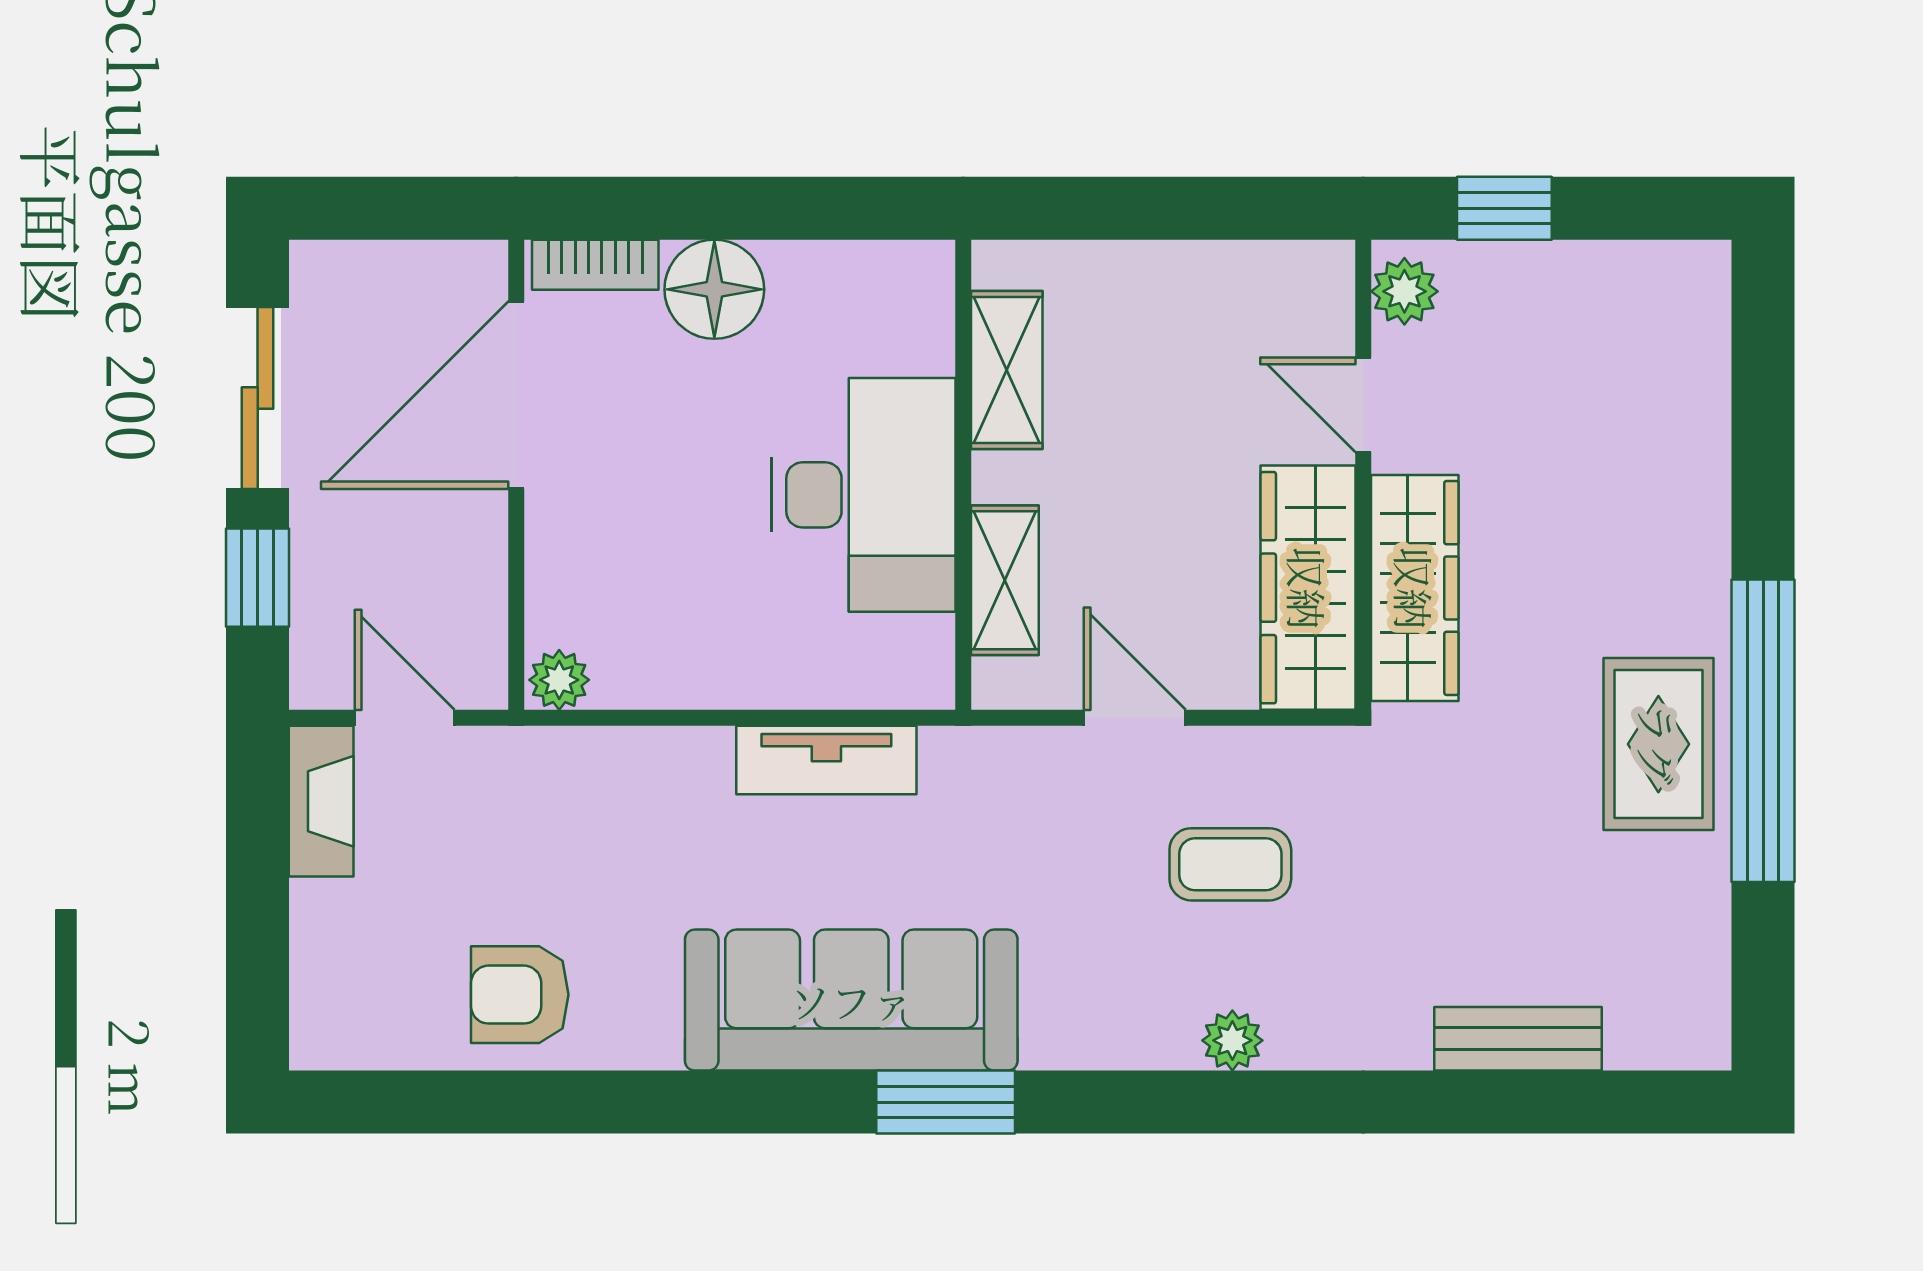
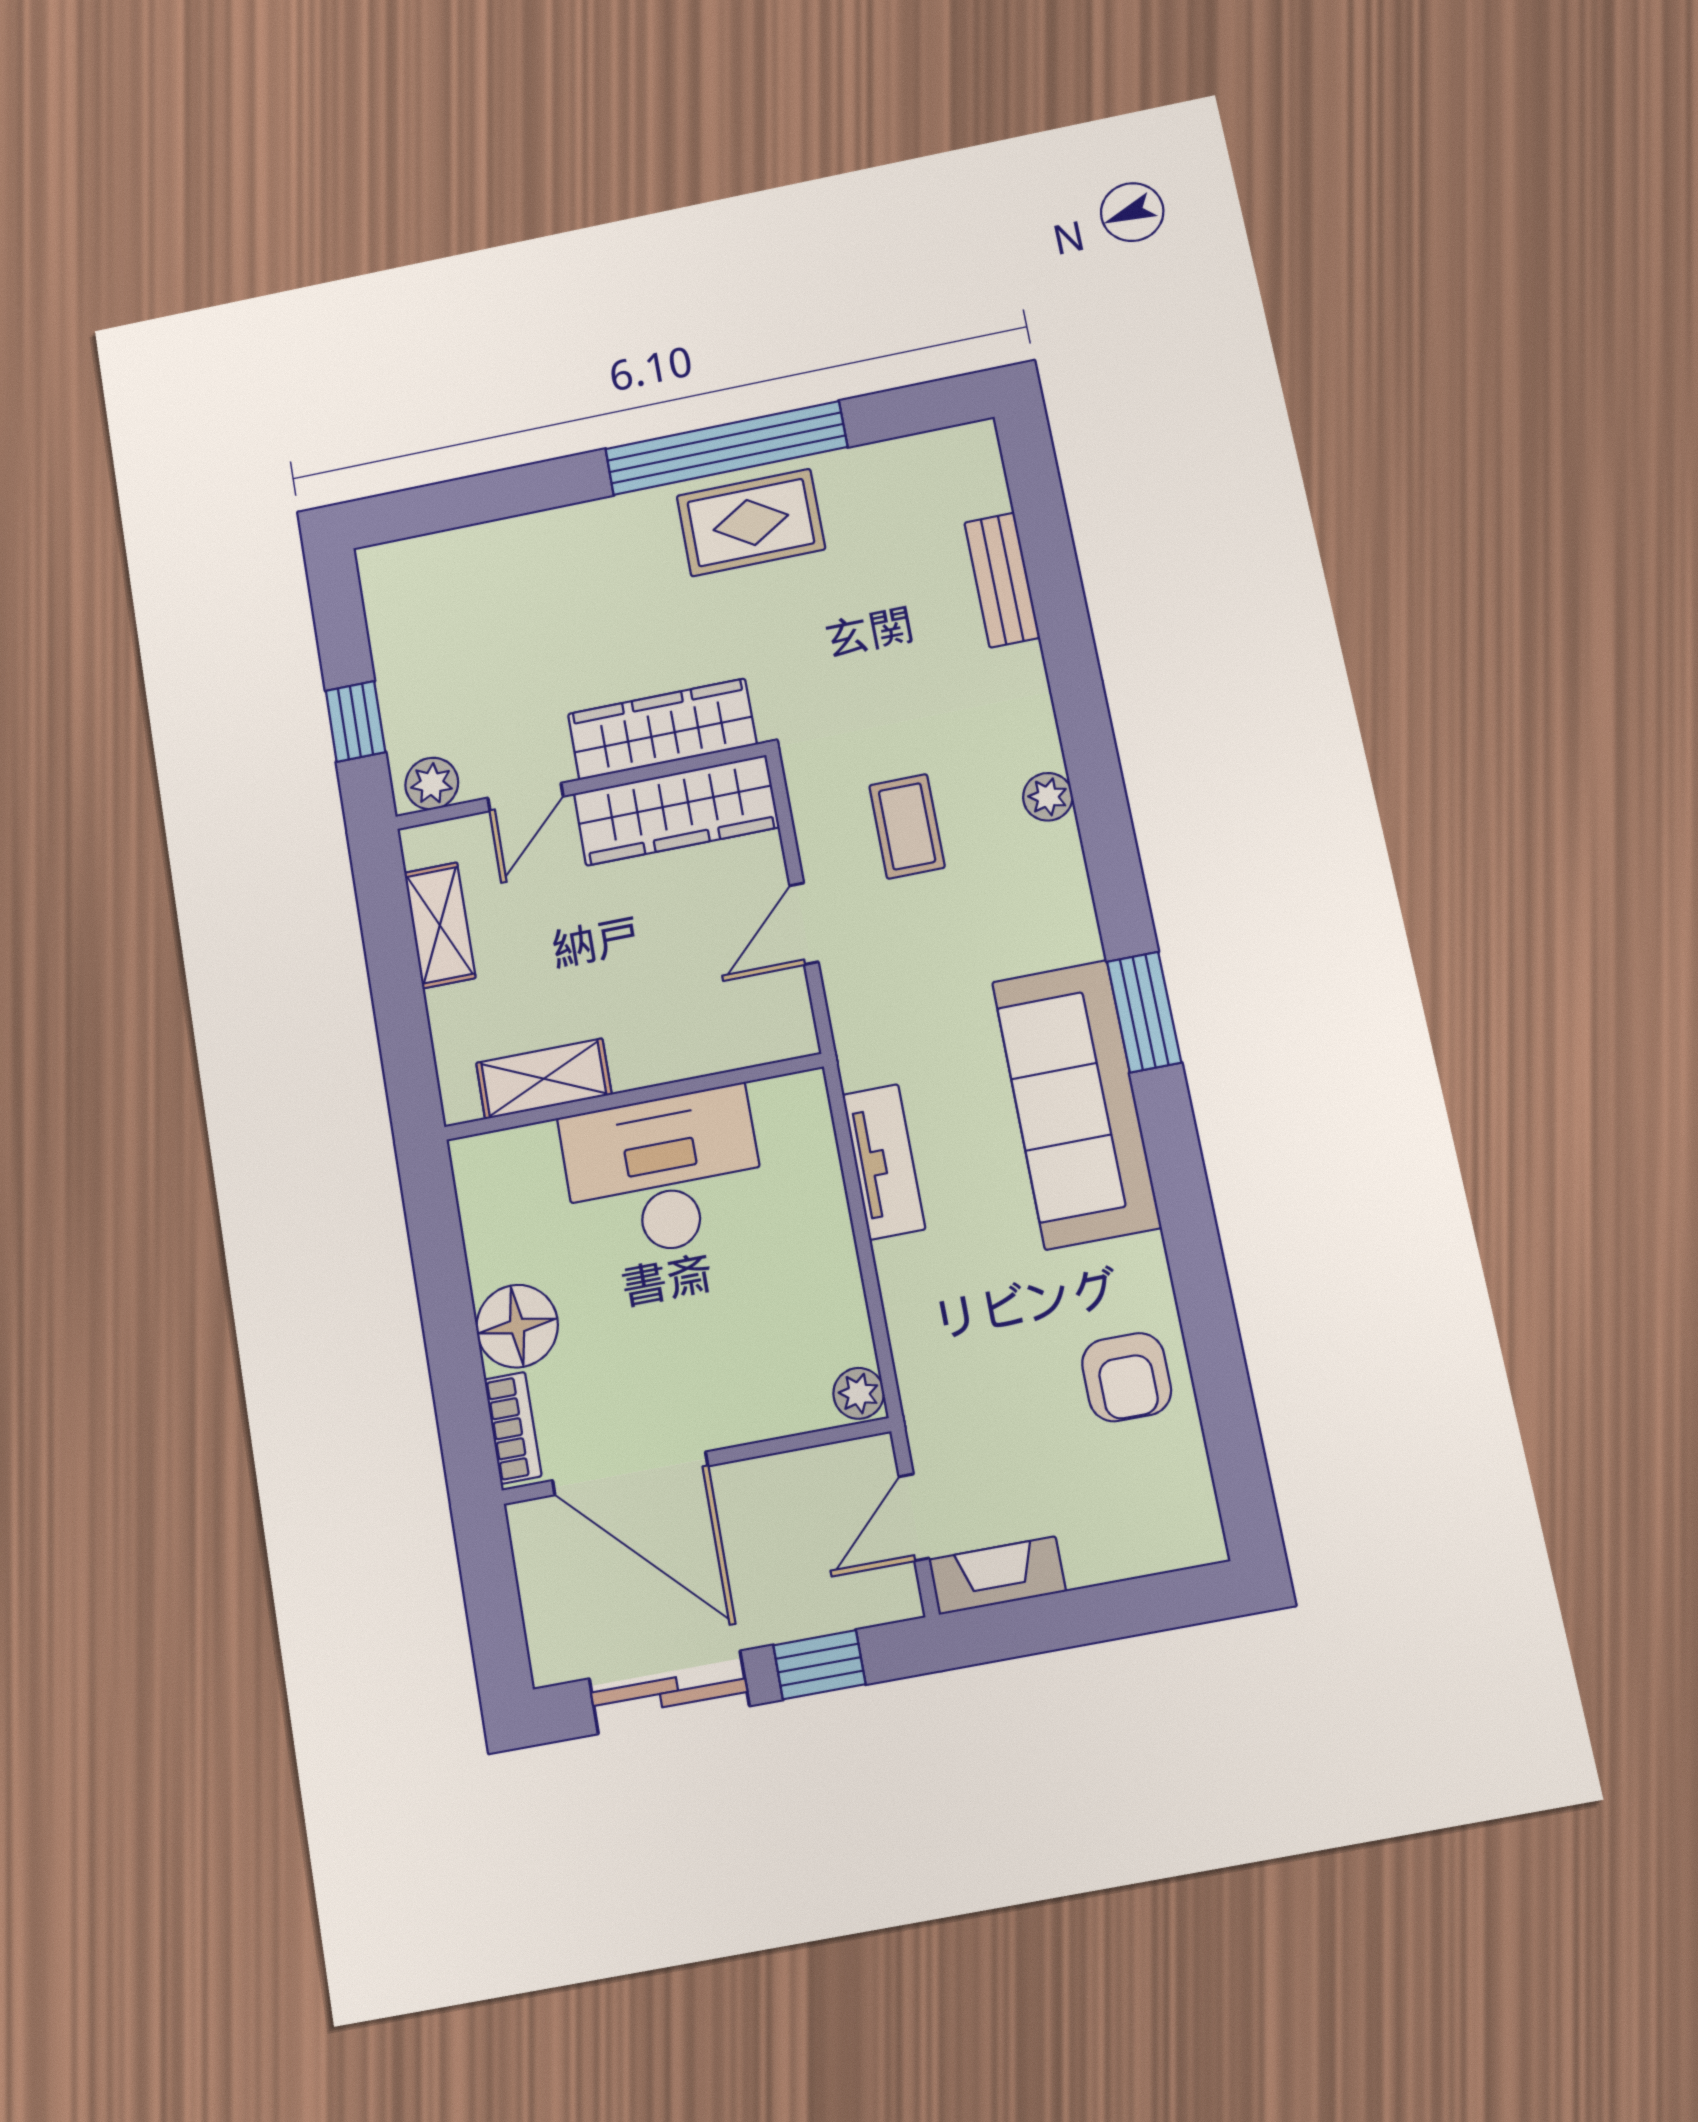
shelving: (1005, 580) -> (440, 925), moved, turned 90

